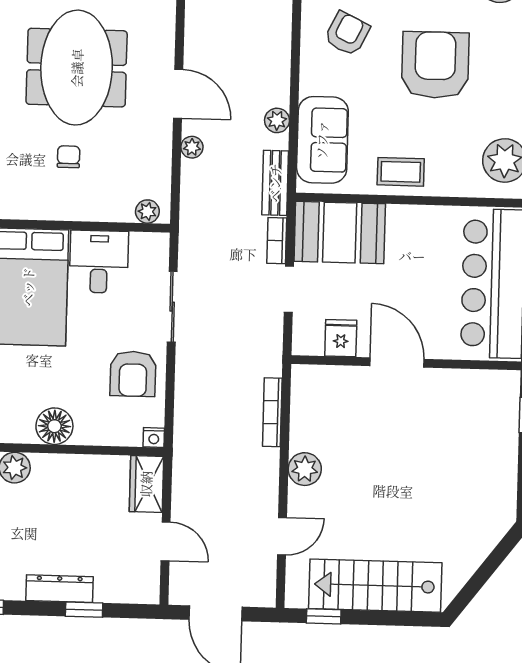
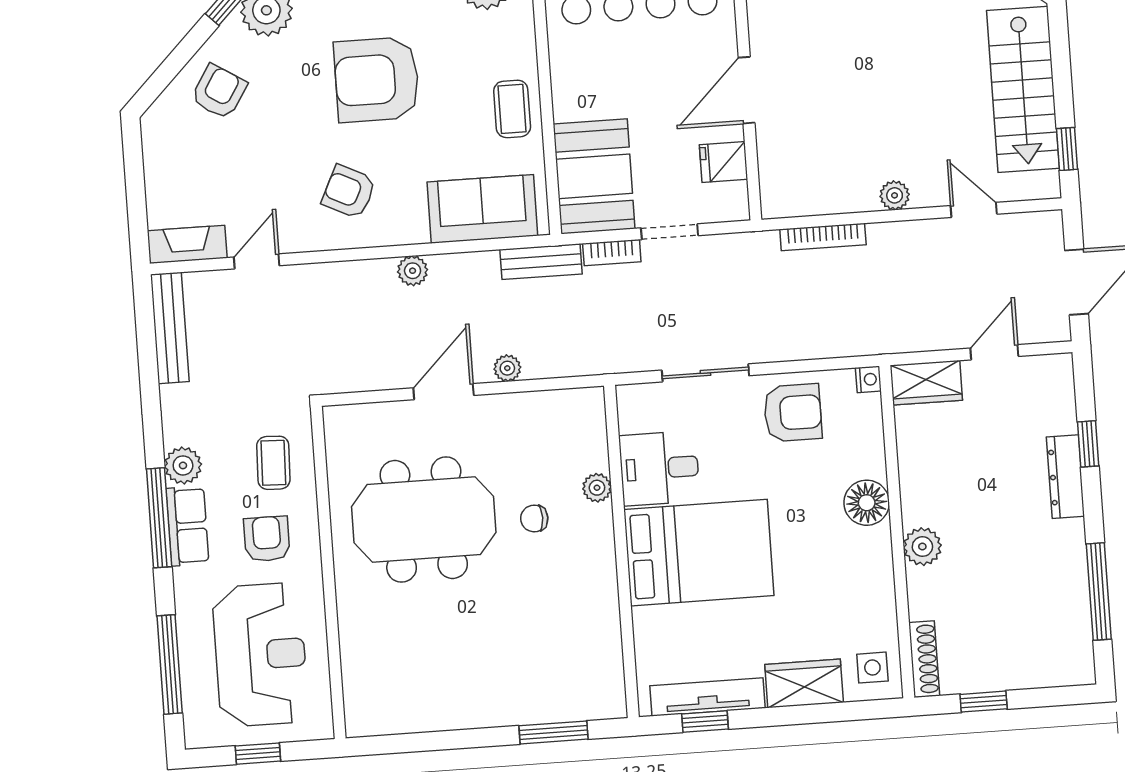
plant: (277, 120) -> (413, 271), moved
plant: (147, 212) -> (597, 488), moved
plant: (305, 469) -> (895, 195), width x0.73, depth x0.73

